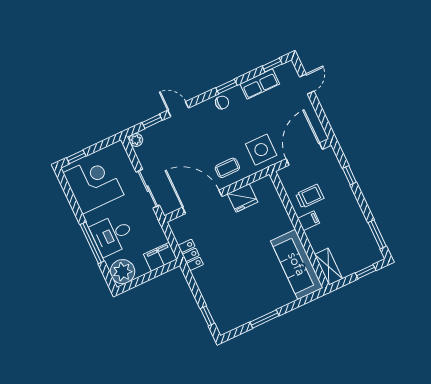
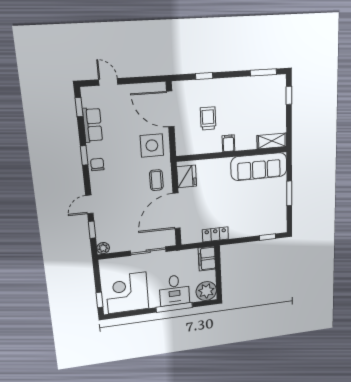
filing cabinet: (309, 221) -> (228, 143), moved
wall: (299, 230) -> (232, 154), moved
sofa: (297, 264) -> (259, 167), moved
shelving: (329, 267) -> (272, 141), moved

